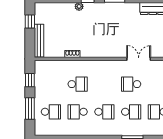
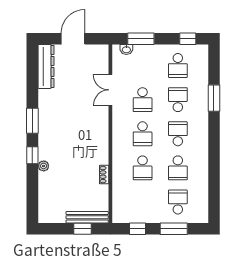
window: (30, 22) -> (83, 229), moved
school desk: (78, 84) -> (143, 168), turned 180
school desk: (104, 84) -> (143, 134), added

